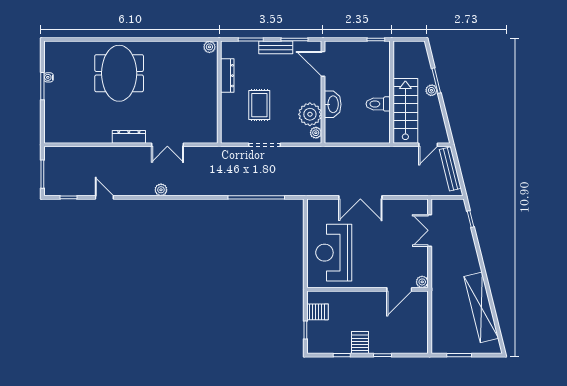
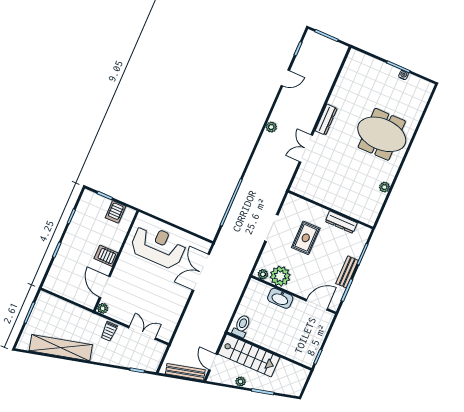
plant: (209, 47) -> (384, 187), moved
plant: (431, 90) -> (240, 382), moved
toilet: (378, 104) -> (242, 326), moved
rug: (259, 105) -> (306, 238), turned 90
double door: (360, 197) -> (201, 272), moved
trolley: (443, 265) -> (109, 332), added
server rack: (360, 343) -> (106, 256), moved, turned 180

